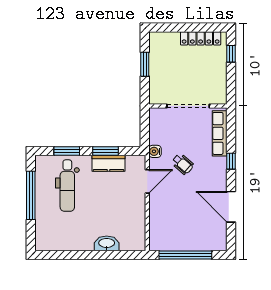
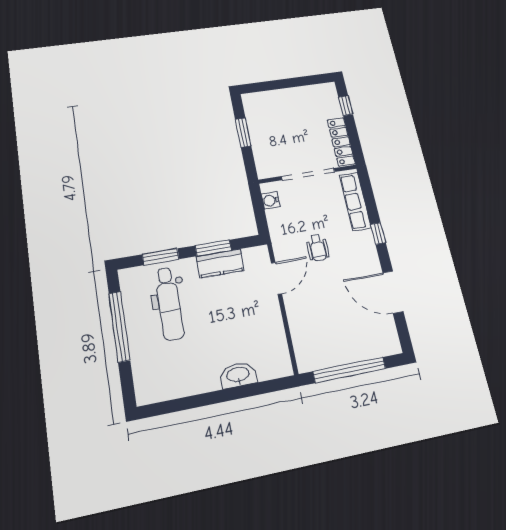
locker: (201, 38) -> (341, 142), moved, turned 90
water cooler: (155, 151) -> (271, 201), moved
wheelchair: (183, 164) -> (318, 247), turned 49

